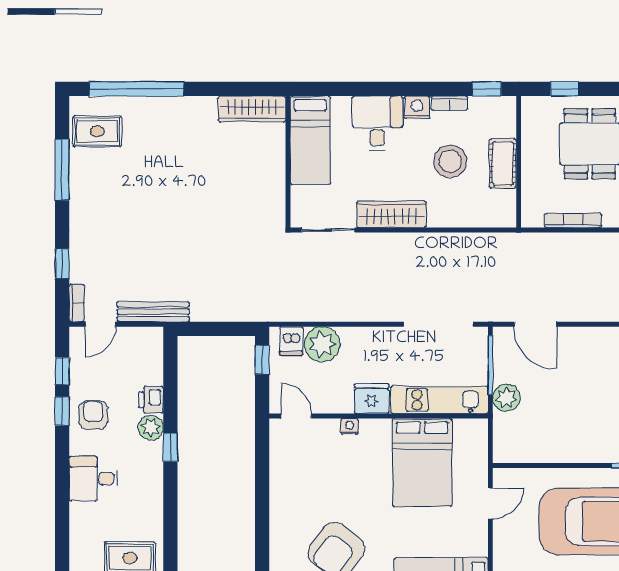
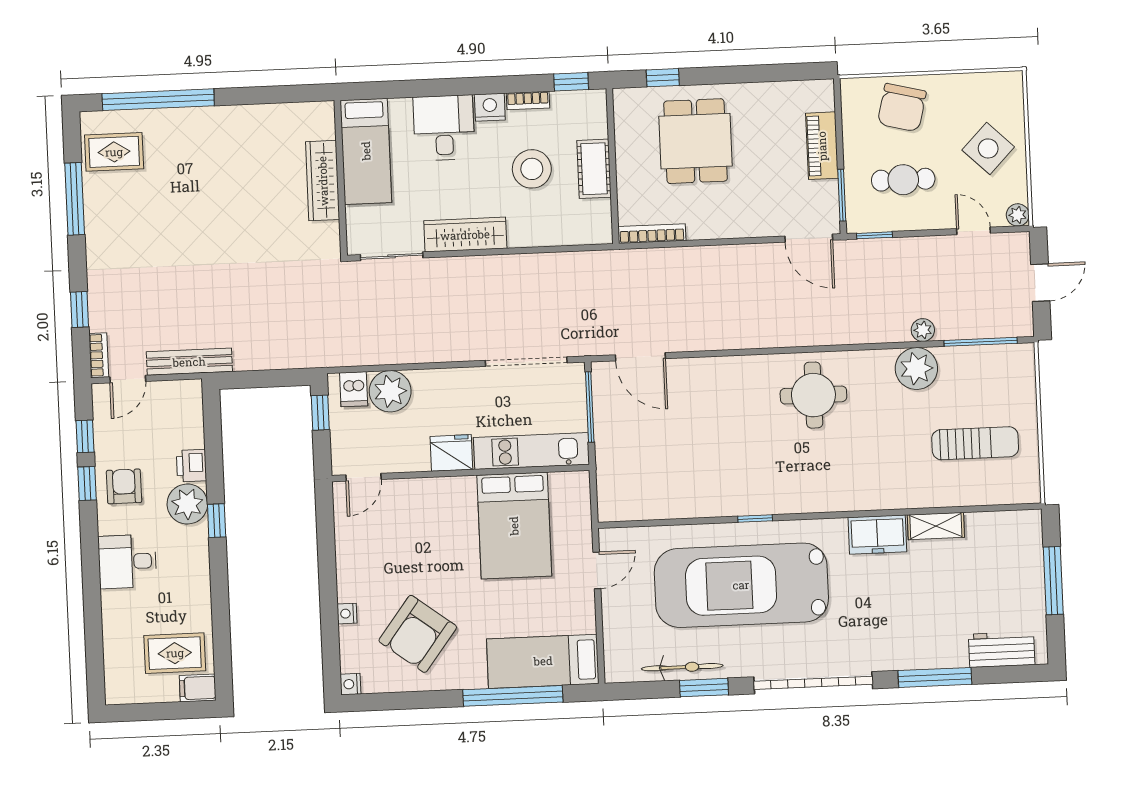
wardrobe: (252, 109) -> (323, 181), moved, turned 90
bookcase: (573, 220) -> (652, 234), moved
plant: (506, 398) -> (610, 445), removed
door: (296, 416) -> (364, 477), swing flipped
nightstand: (350, 426) -> (347, 614), moved, turned -90
plant: (151, 428) -> (187, 504), width x1.36, depth x1.36

